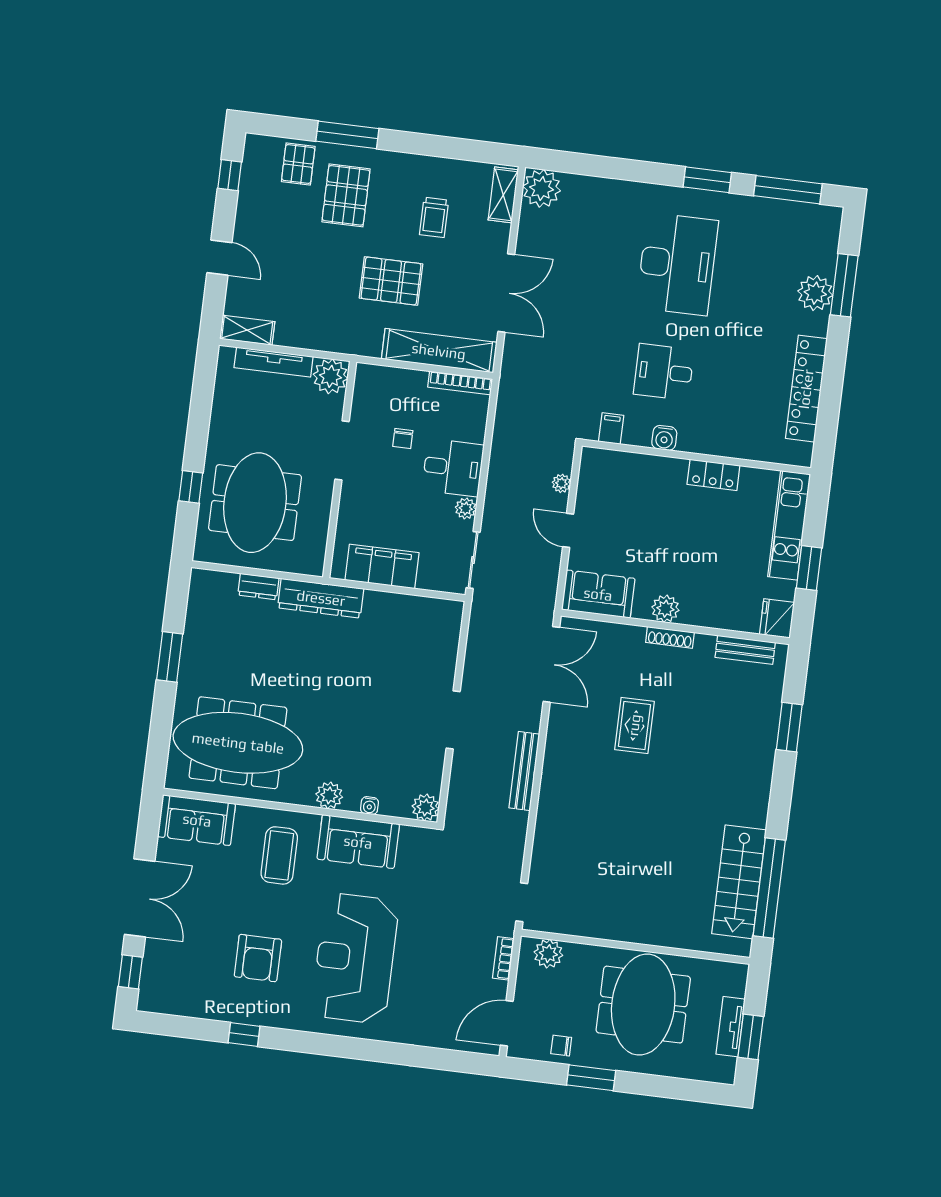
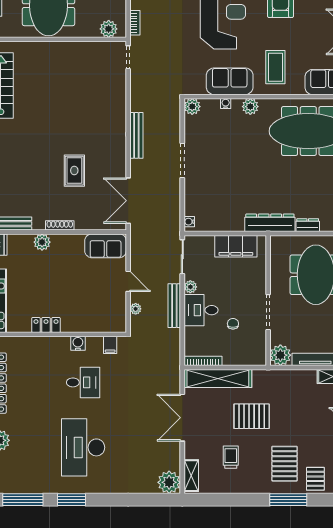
bench: (496, 480) -> (174, 306), added
plant: (665, 609) -> (42, 242), moved
water cooler: (454, 617) -> (189, 222), added

